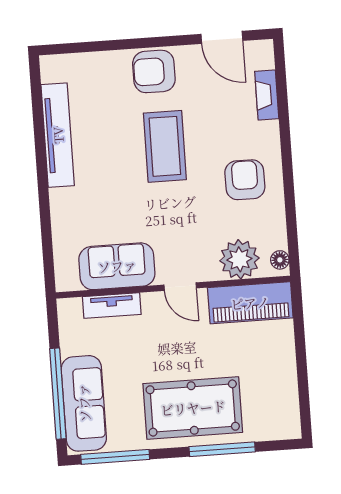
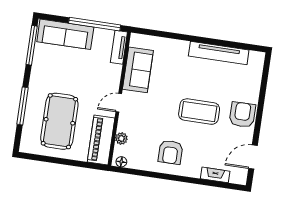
armchair: (245, 180) -> (170, 152), turned 90
plant: (239, 259) -> (121, 138), width x0.53, depth x0.53
tv unit: (112, 306) -> (119, 47), moved
window: (58, 394) -> (95, 24), moved
pool table: (193, 408) -> (59, 121), moved

